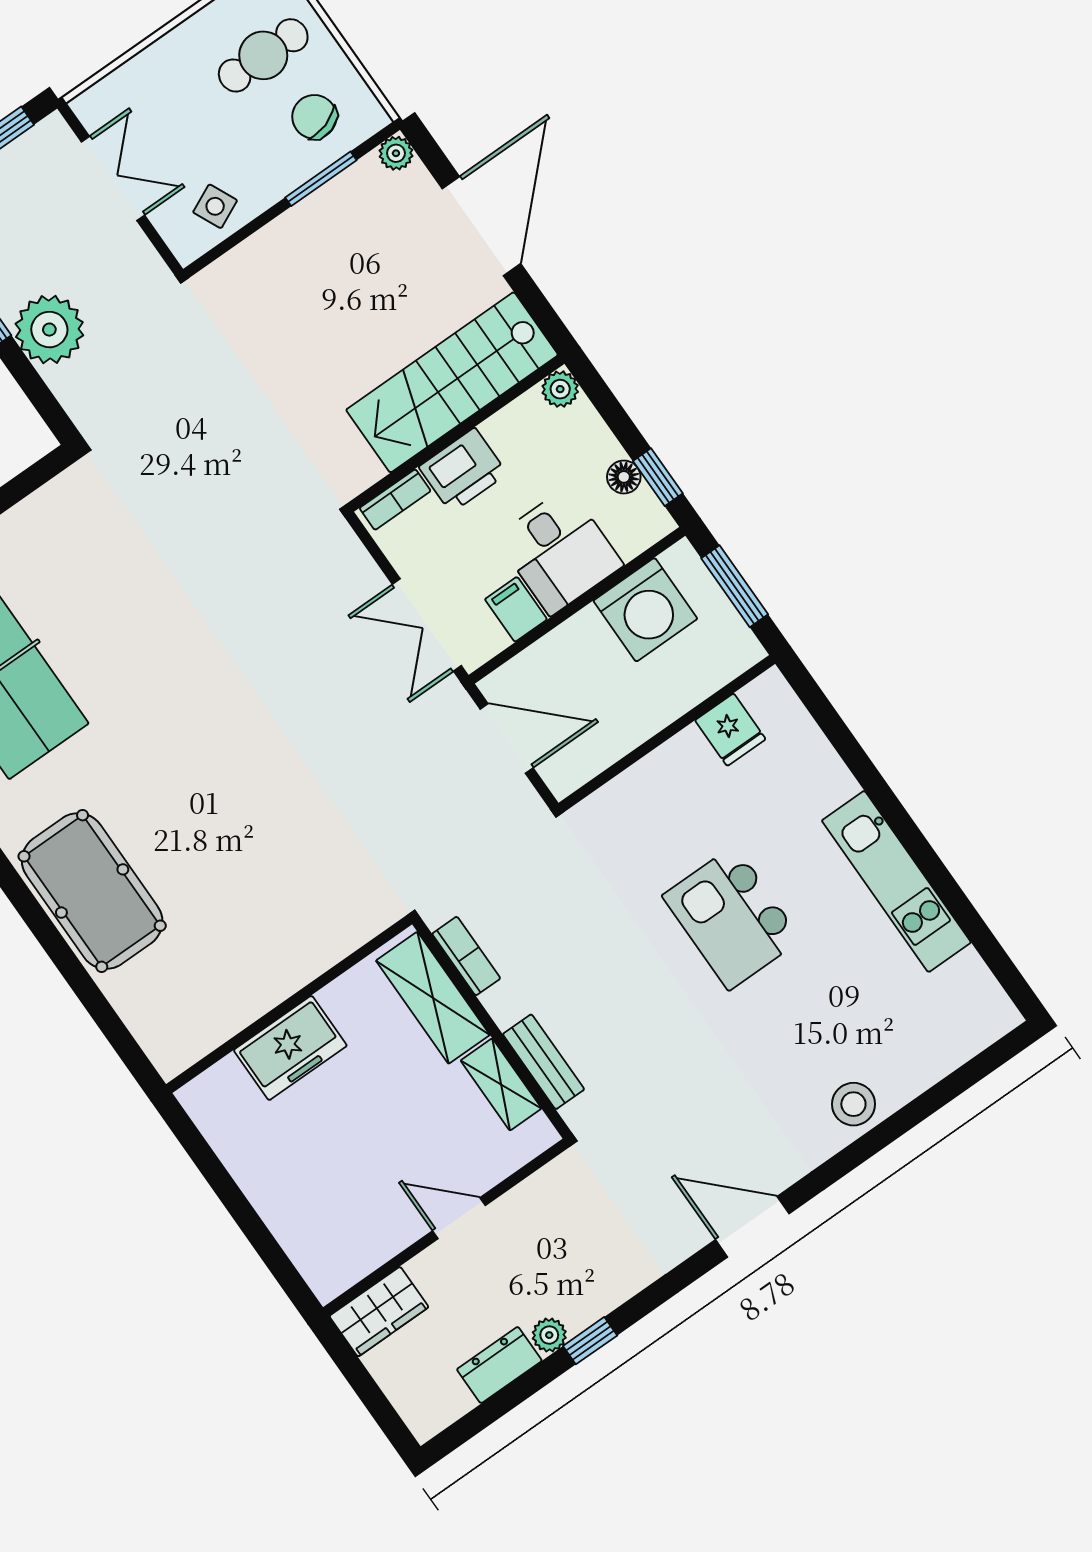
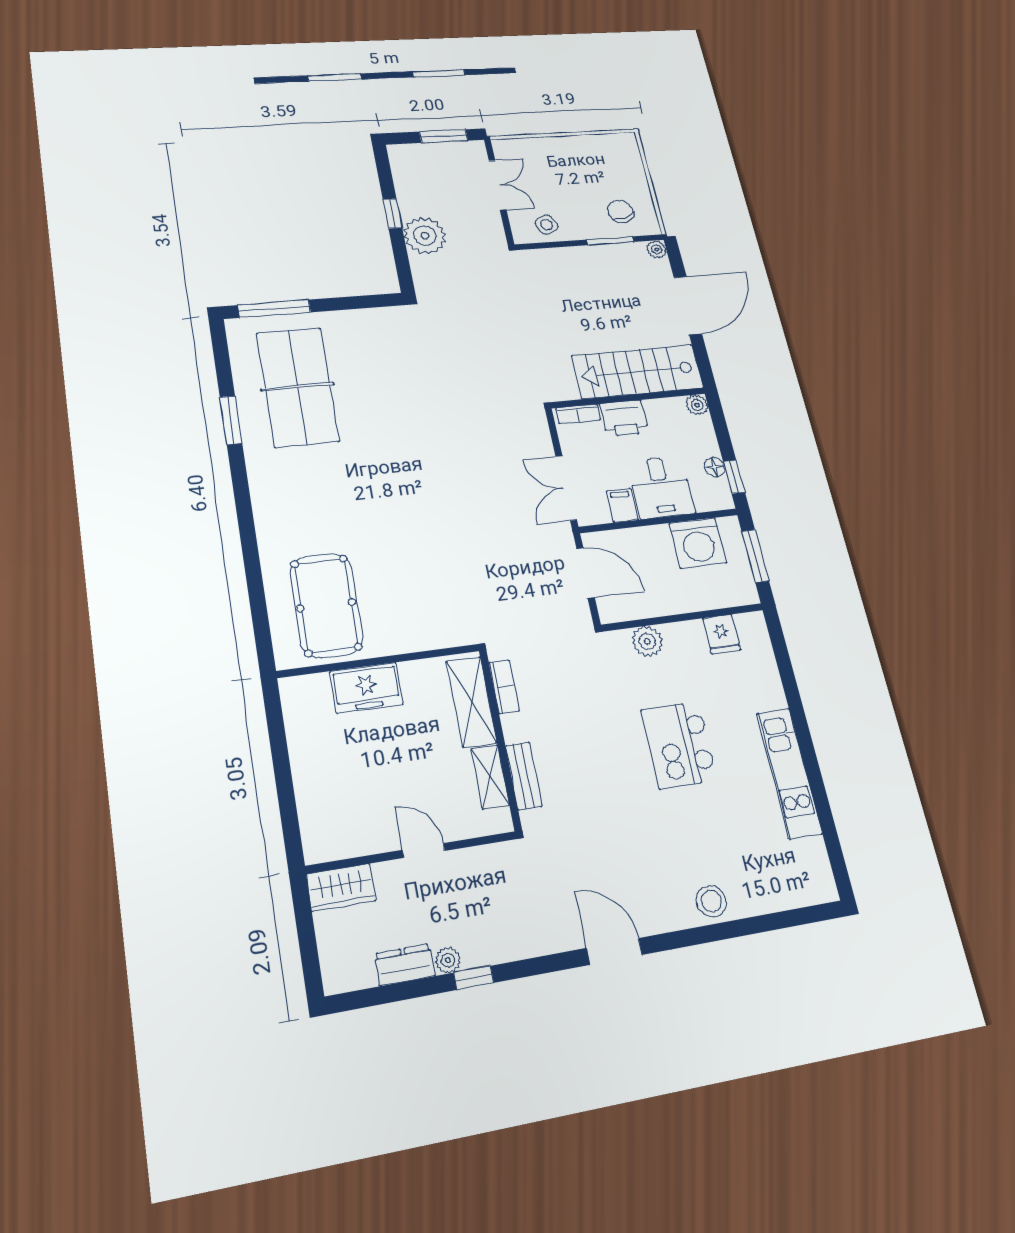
cafe table: (263, 55) -> (606, 171), removed
plant: (631, 794) -> (647, 641), added
pool table: (92, 891) -> (326, 605), moved

